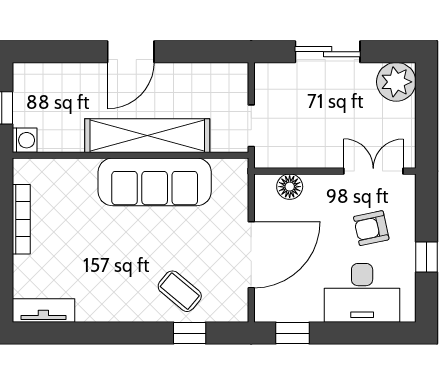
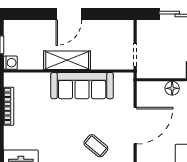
shelving: (147, 136) -> (67, 60), width x0.68
floor lamp: (290, 187) -> (172, 88), moved

